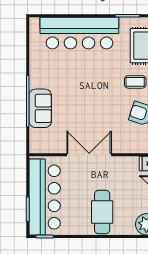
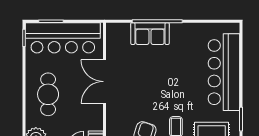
double door: (89, 155) -> (104, 82), swing flipped
cafe table: (102, 212) -> (48, 94), turned 90

